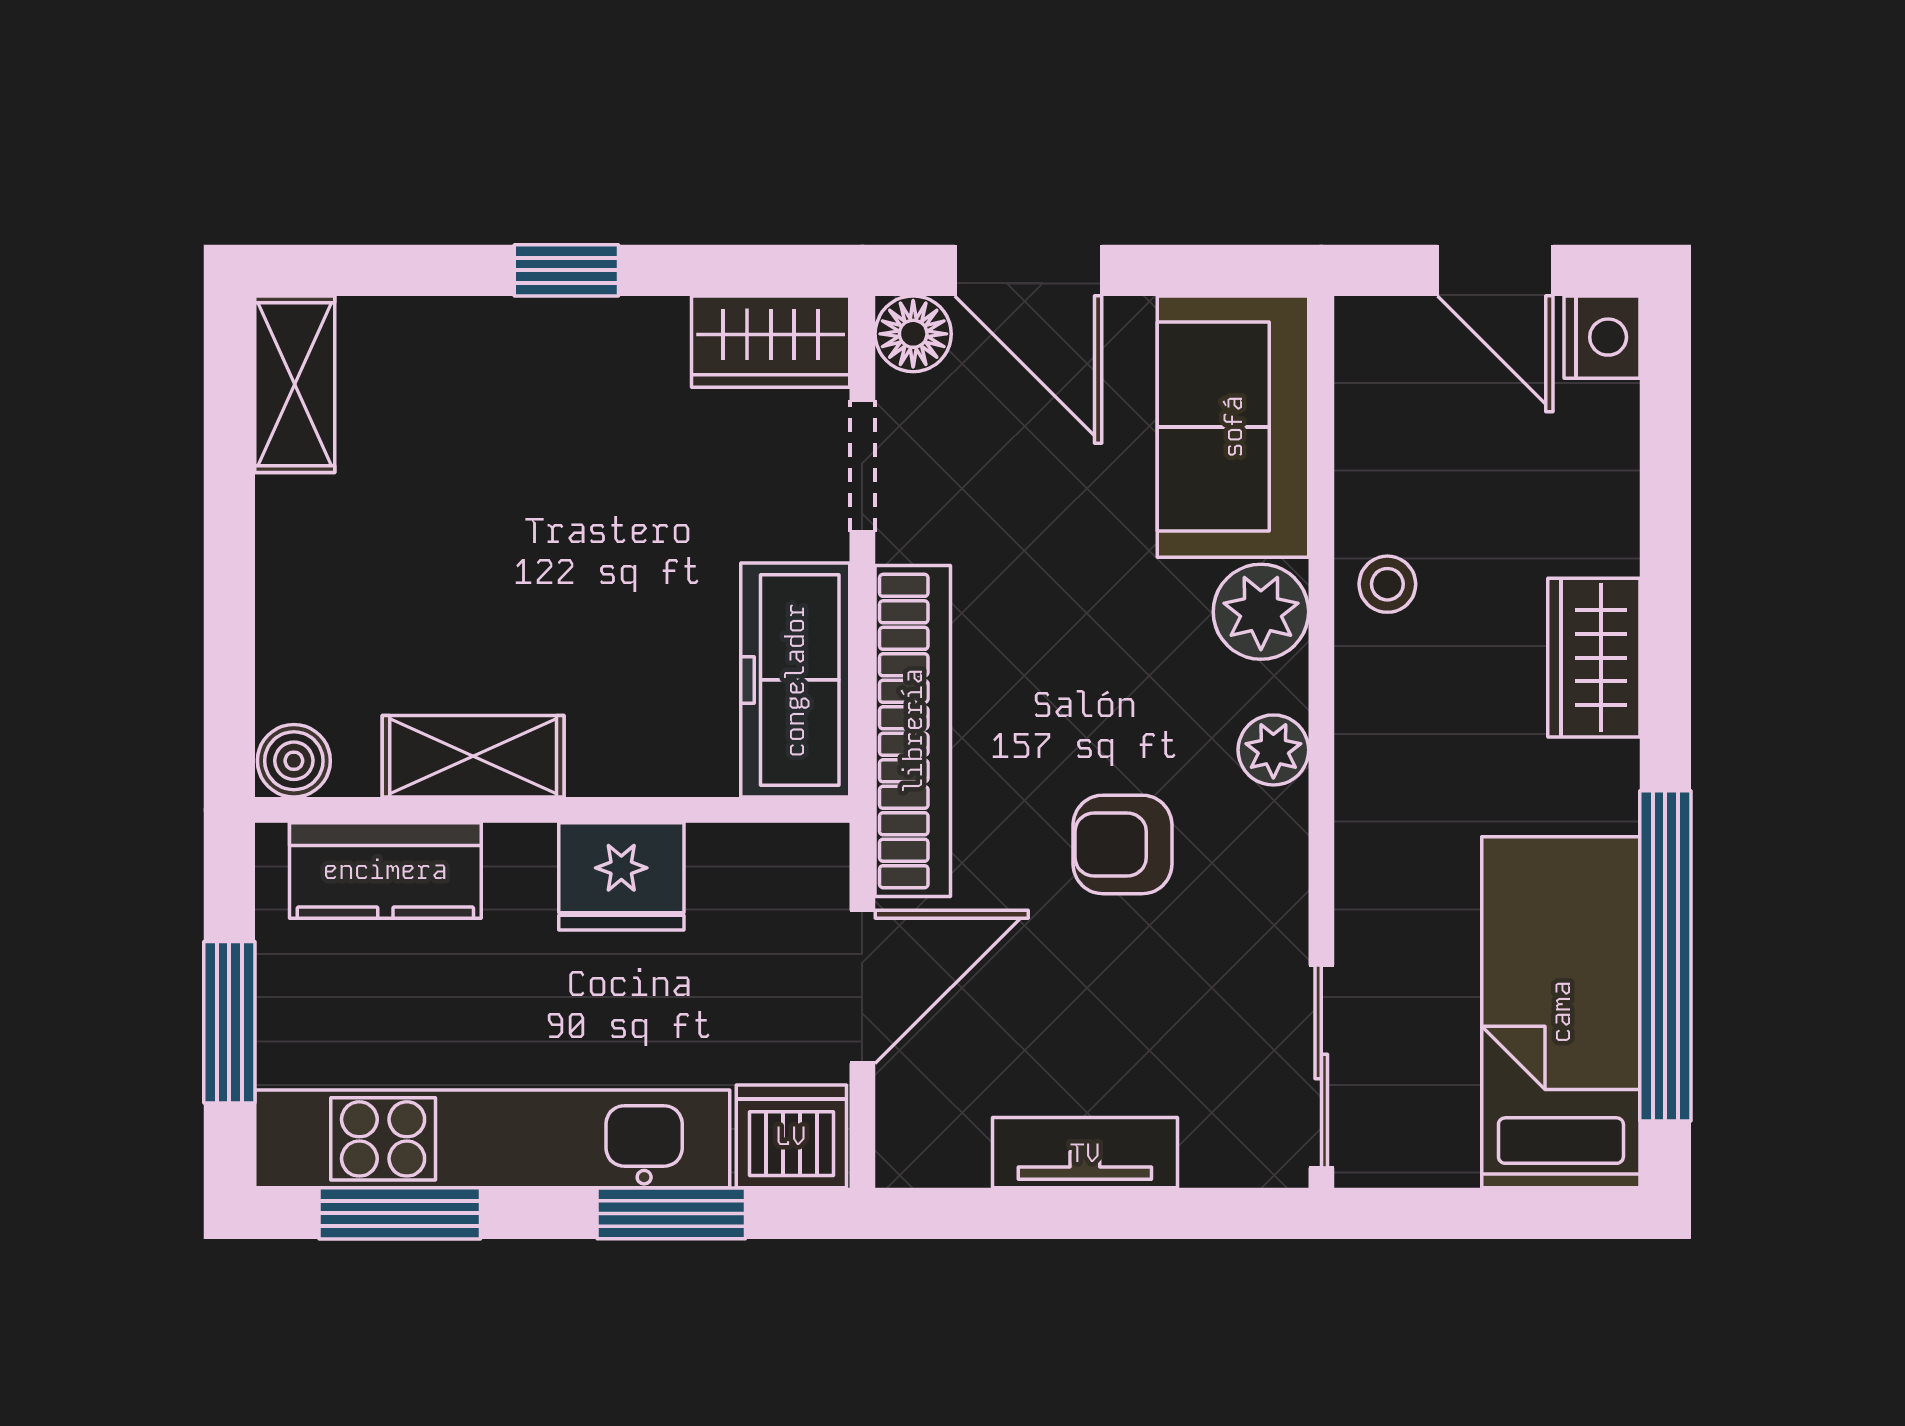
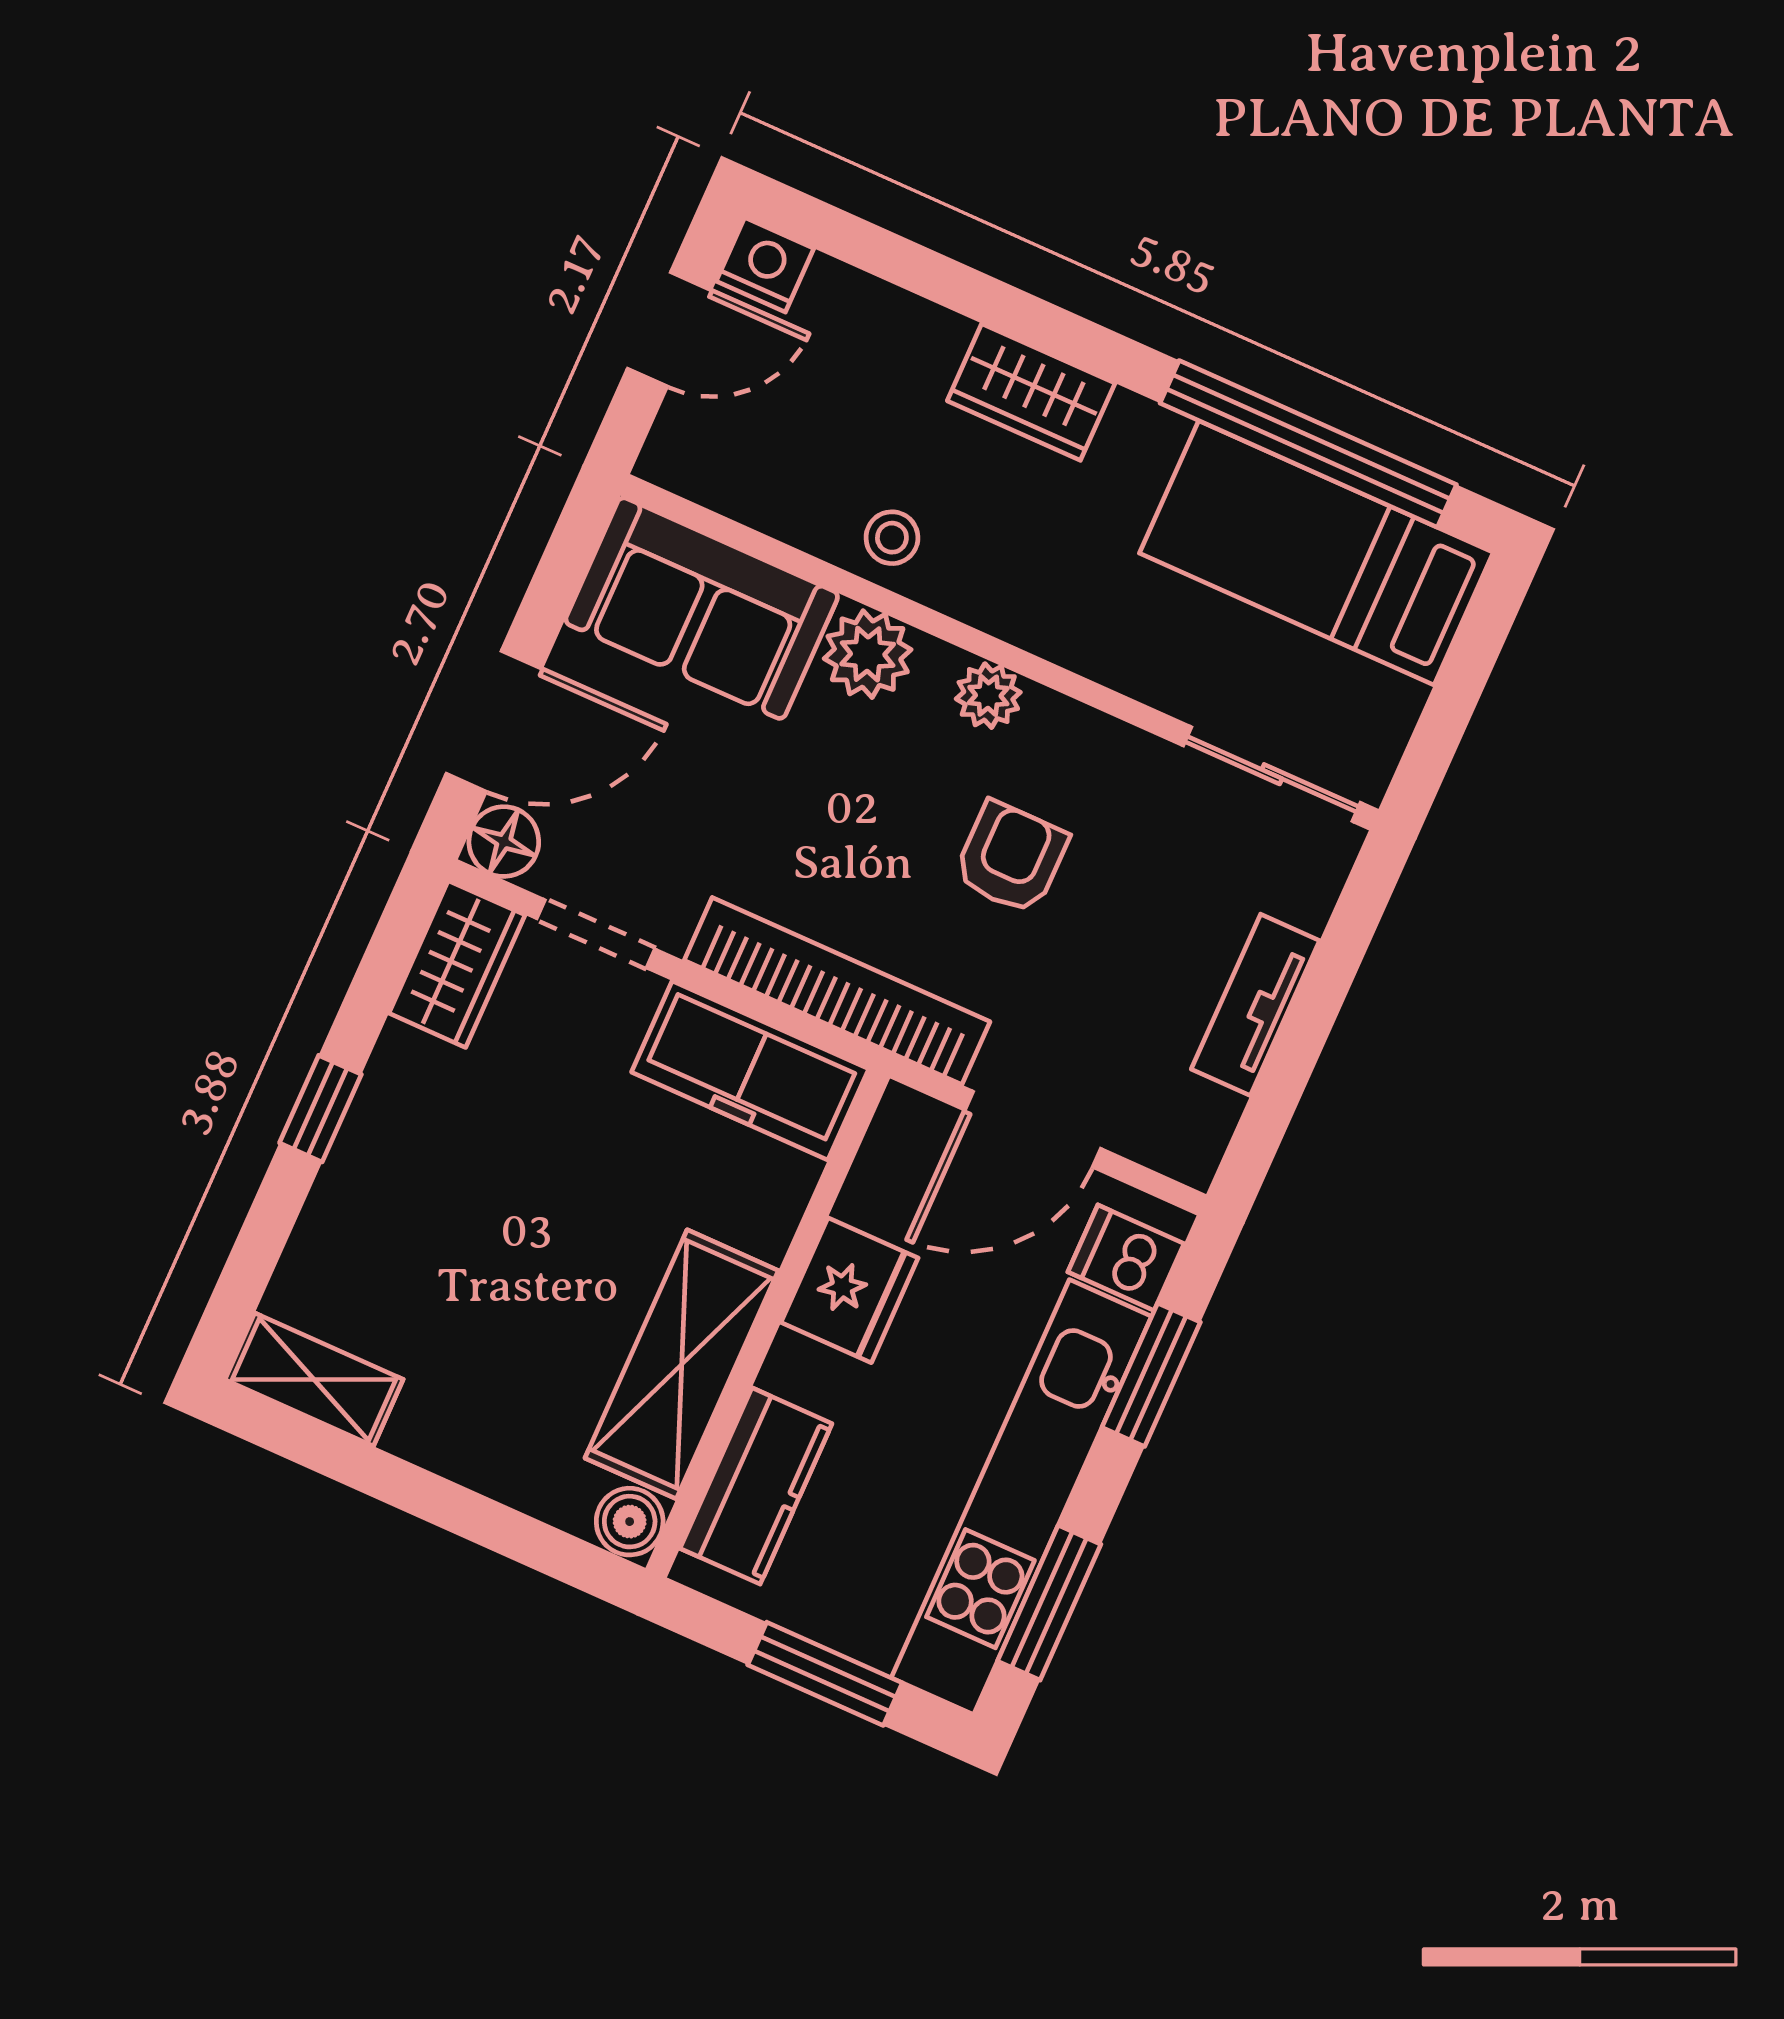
shelving: (473, 756) -> (682, 1364), width x1.50, depth x1.33
armchair: (1122, 844) -> (1011, 858), turned 180
door: (862, 987) -> (1033, 1129), swing flipped
dishwasher: (791, 1136) -> (1126, 1258), width x0.73

